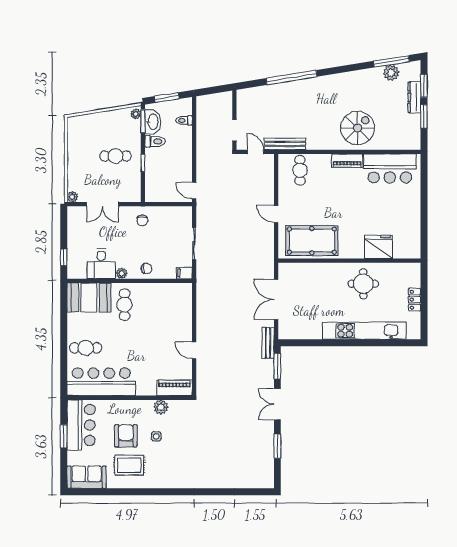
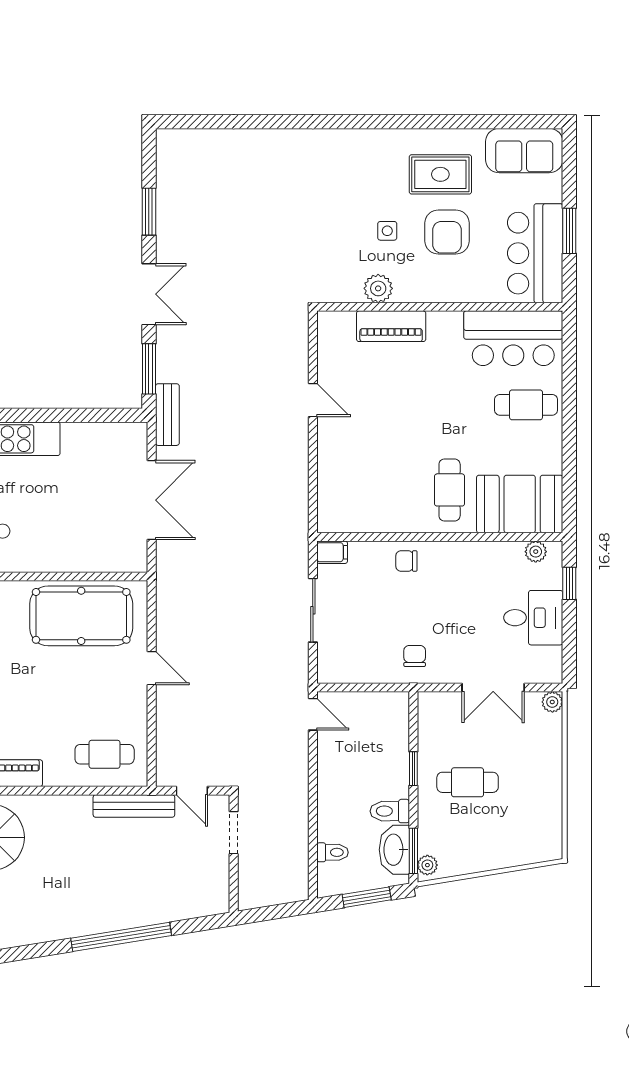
cafe table: (300, 170) -> (105, 754), turned 90
double door: (102, 204) -> (493, 688), swing flipped
desk: (101, 264) -> (533, 618), moved, turned 90
plant: (122, 273) -> (536, 552), moved
bar counter: (101, 382) -> (513, 338), width x0.73
piano: (174, 388) -> (391, 326), moved

